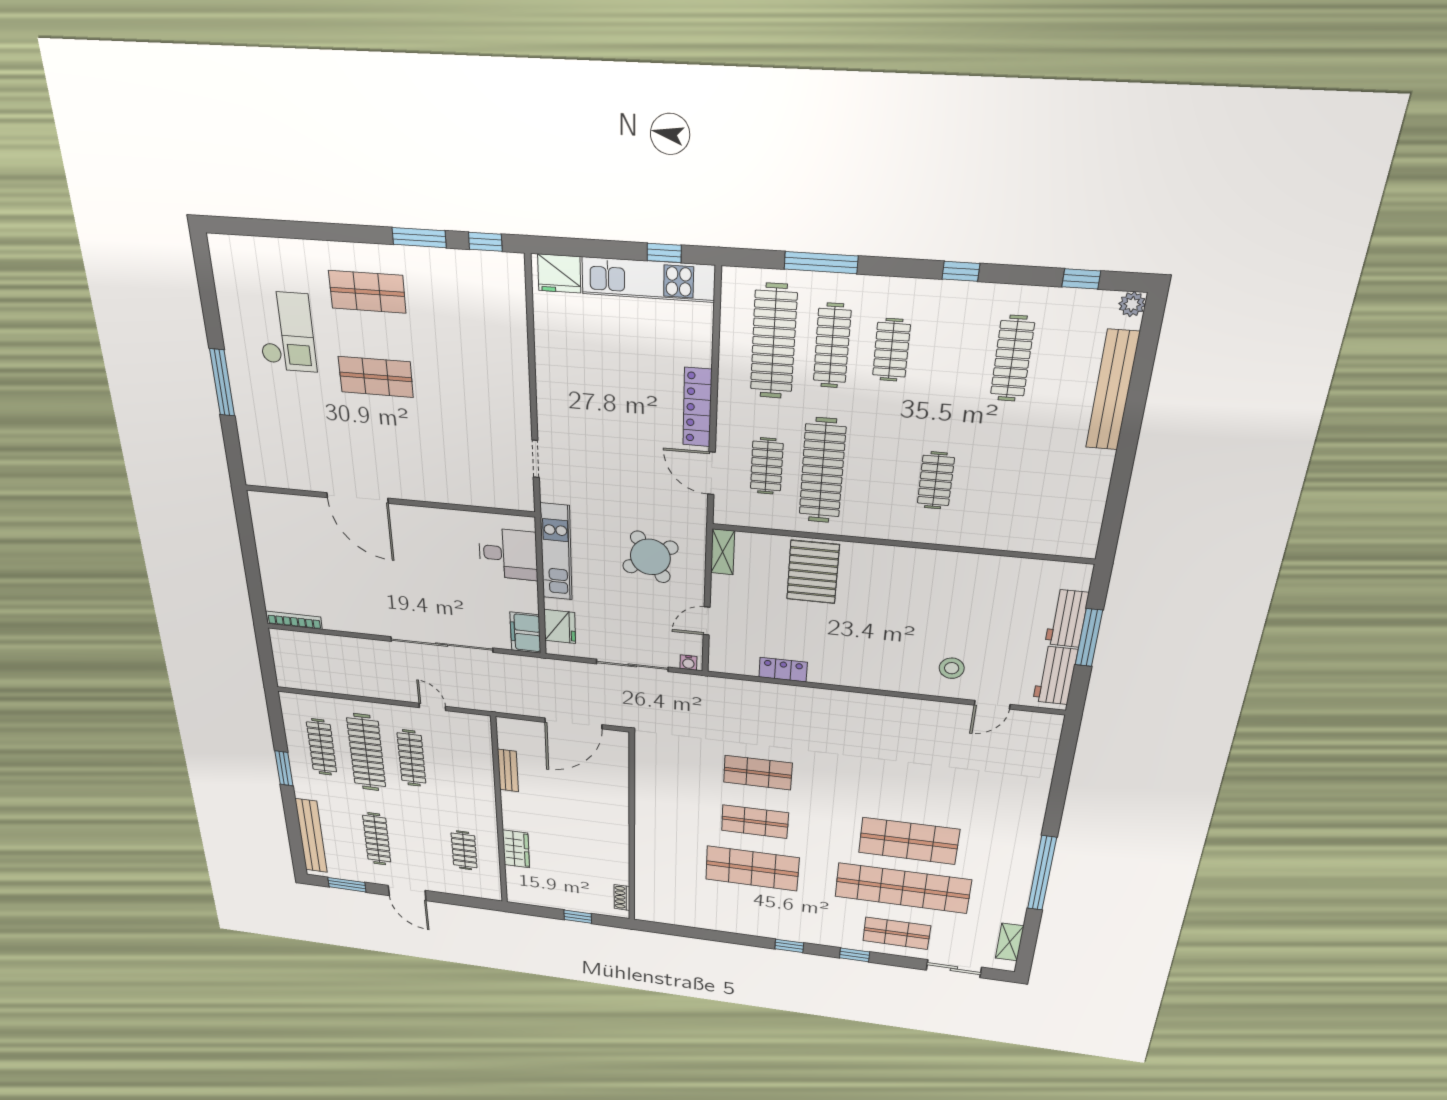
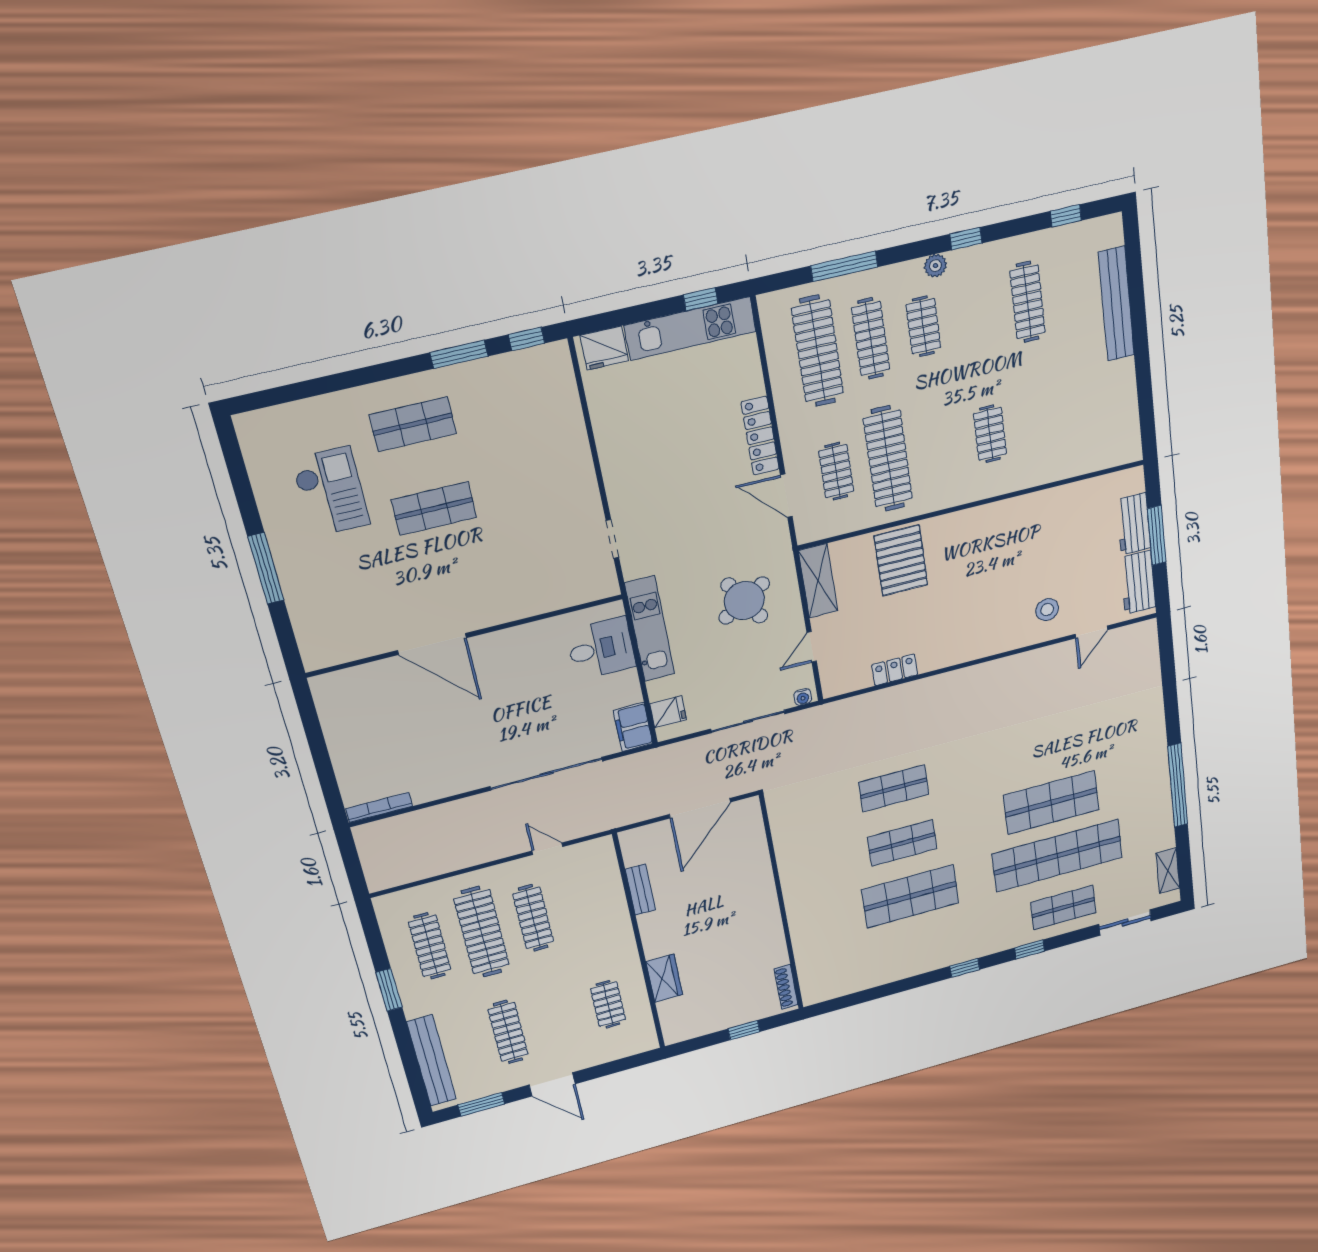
plant: (1132, 304) -> (935, 266), moved
shelving: (723, 552) -> (818, 581), width x1.50, depth x1.33
fridge: (560, 626) -> (668, 712), width x0.72
shoe rack: (622, 897) -> (786, 987), width x1.43

